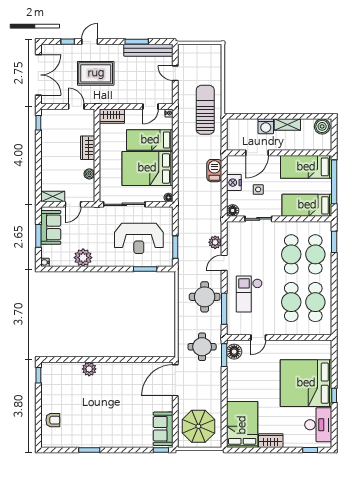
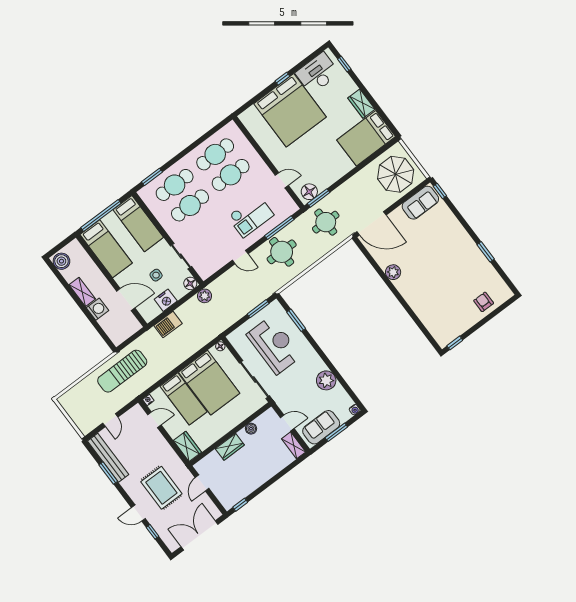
plant: (215, 242) -> (205, 296), moved
plant: (89, 369) -> (393, 272), moved

